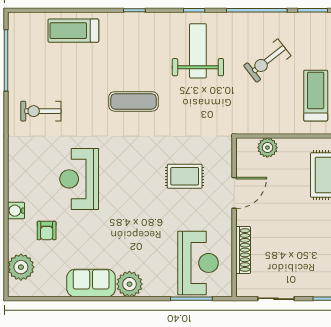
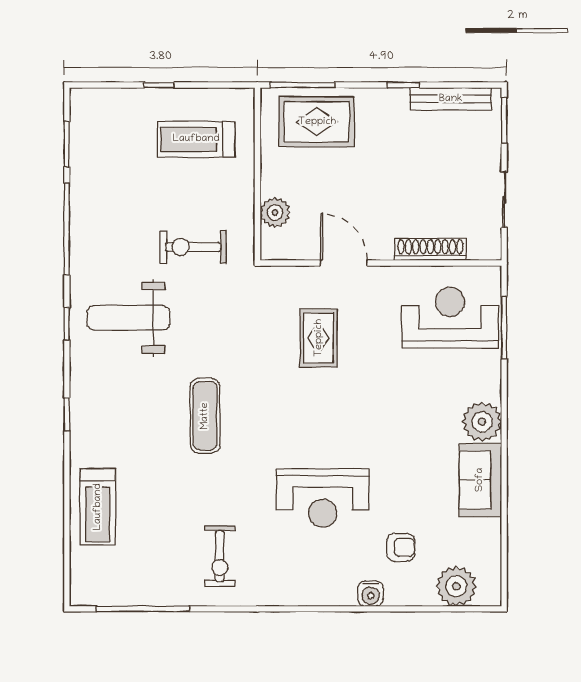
exercise bike: (267, 61) -> (193, 247), moved, turned 128

